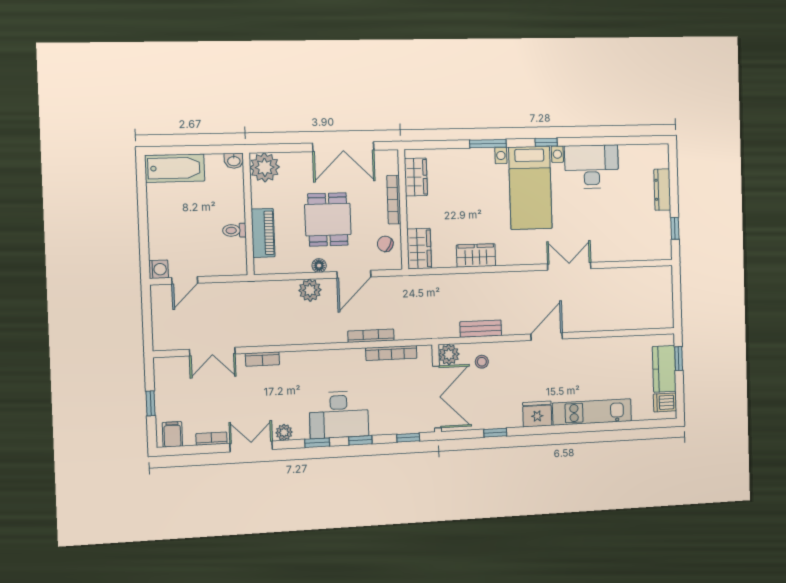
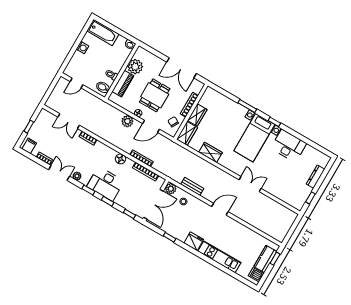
plant: (265, 167) -> (135, 67), moved
wardrobe: (416, 177) -> (197, 115), moved
bidet: (234, 260) -> (103, 87), added
washing machine: (159, 269) -> (82, 48), moved
floor lamp: (338, 359) -> (121, 159), added

